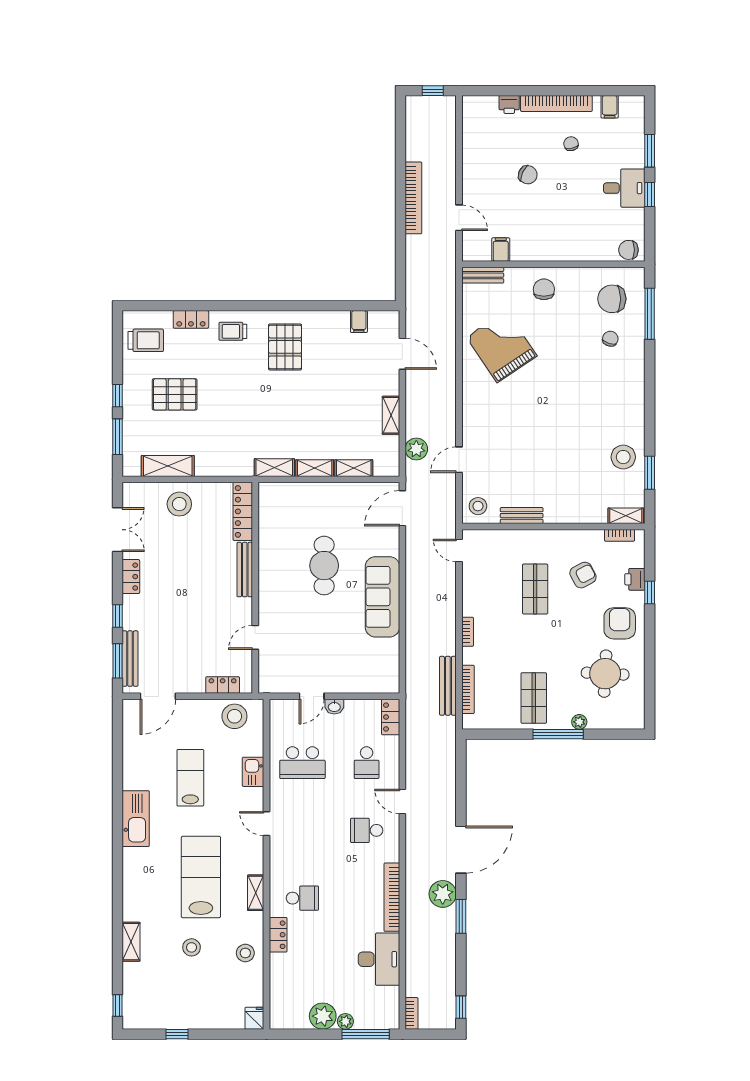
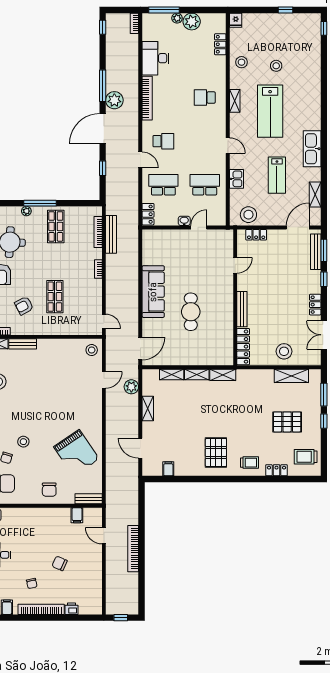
stool: (584, 364) -> (23, 442), added
bench: (522, 516) -> (23, 344), moved
school desk: (367, 763) -> (163, 185), width x1.85
window: (461, 788) -> (103, 168), added
window: (461, 916) -> (103, 86), width x1.44
locker: (278, 935) -> (220, 44), moved
shelving: (131, 942) -> (315, 194), moved

